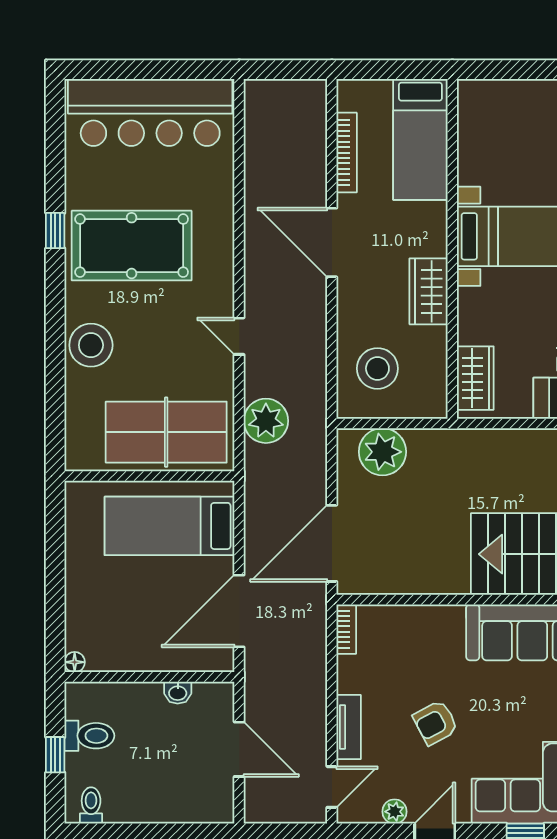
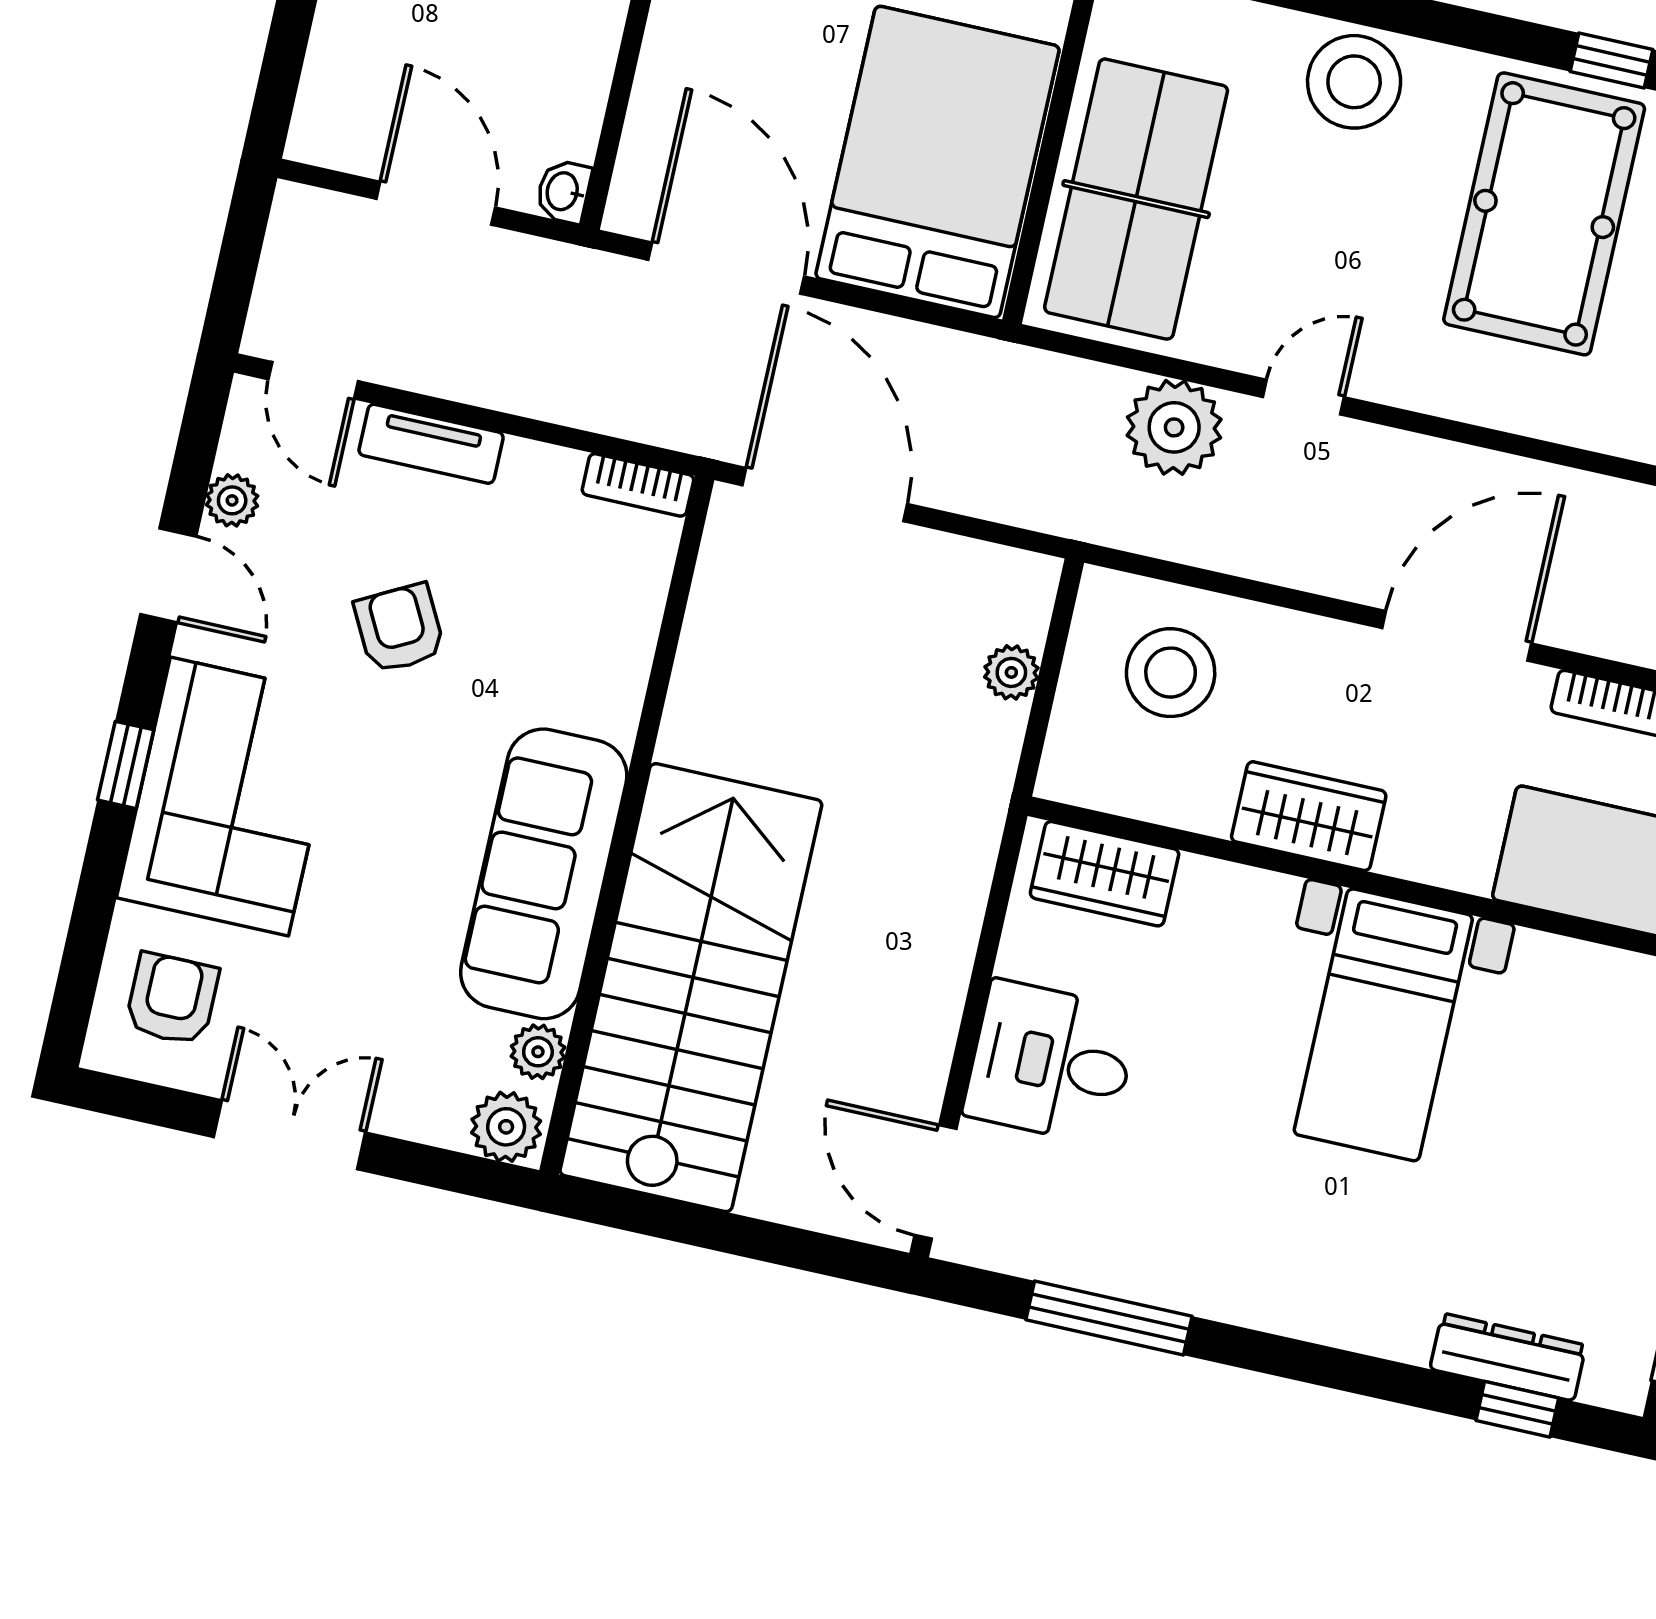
plant: (266, 421) -> (1174, 427), moved
plant: (382, 452) -> (1011, 672), width x0.53, depth x0.53
bed: (170, 526) -> (937, 162), width x1.50
washbasin: (178, 693) -> (564, 192), moved
door: (239, 749) -> (436, 203), swing flipped

